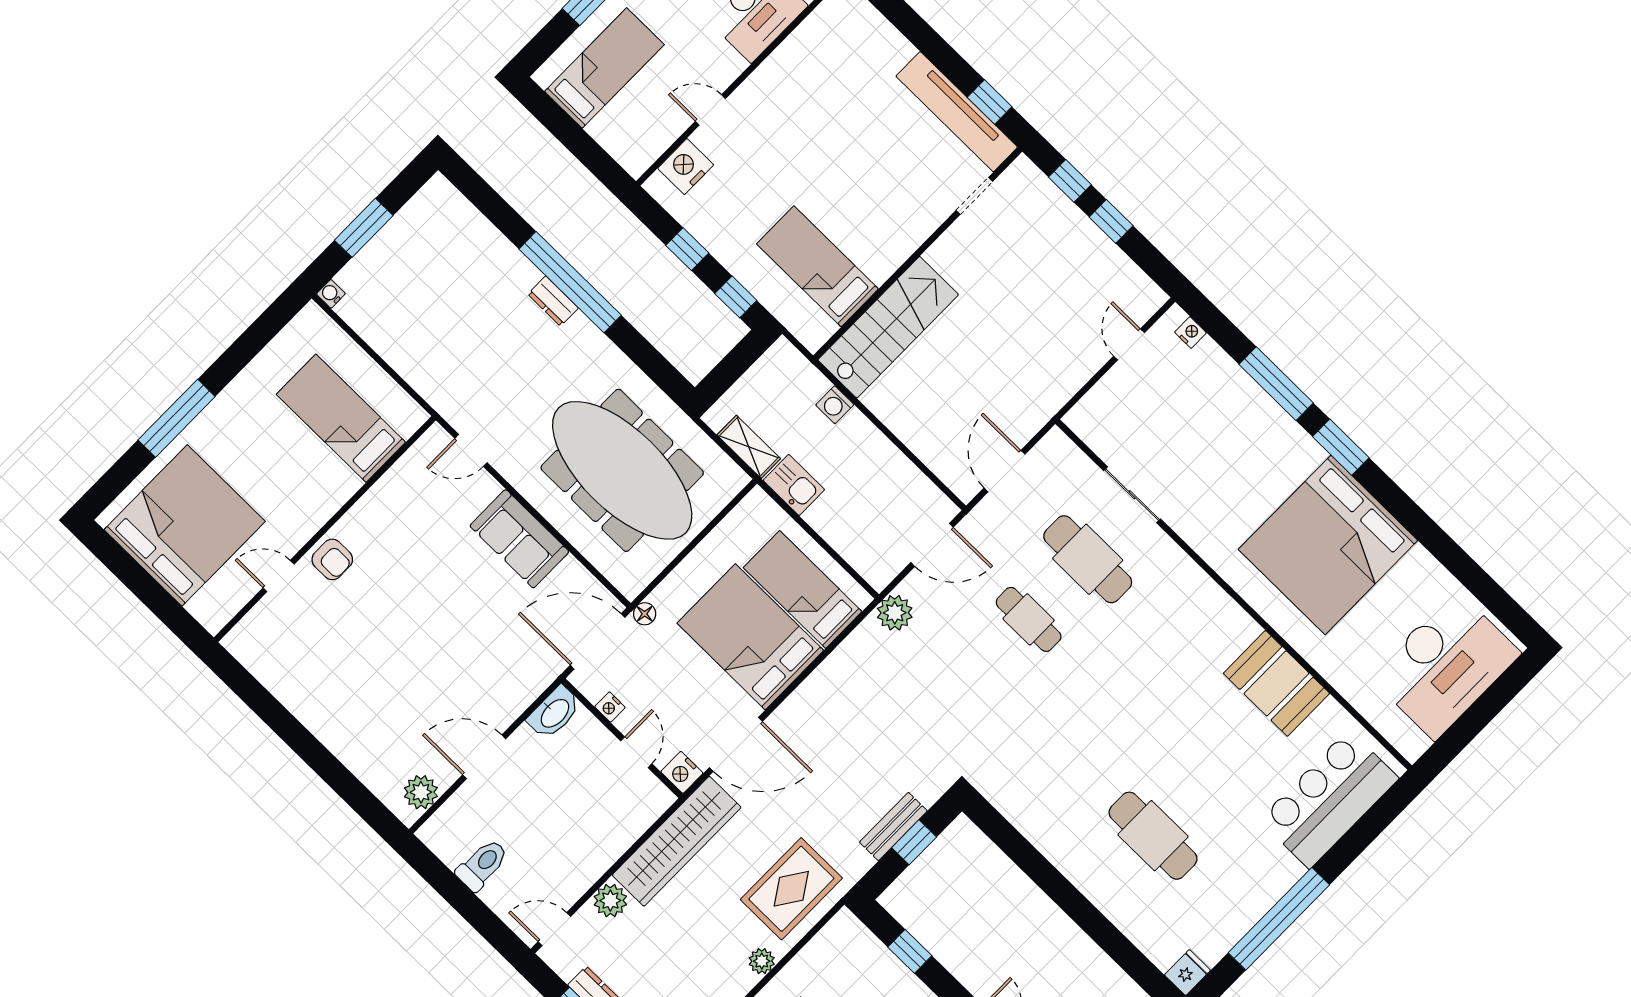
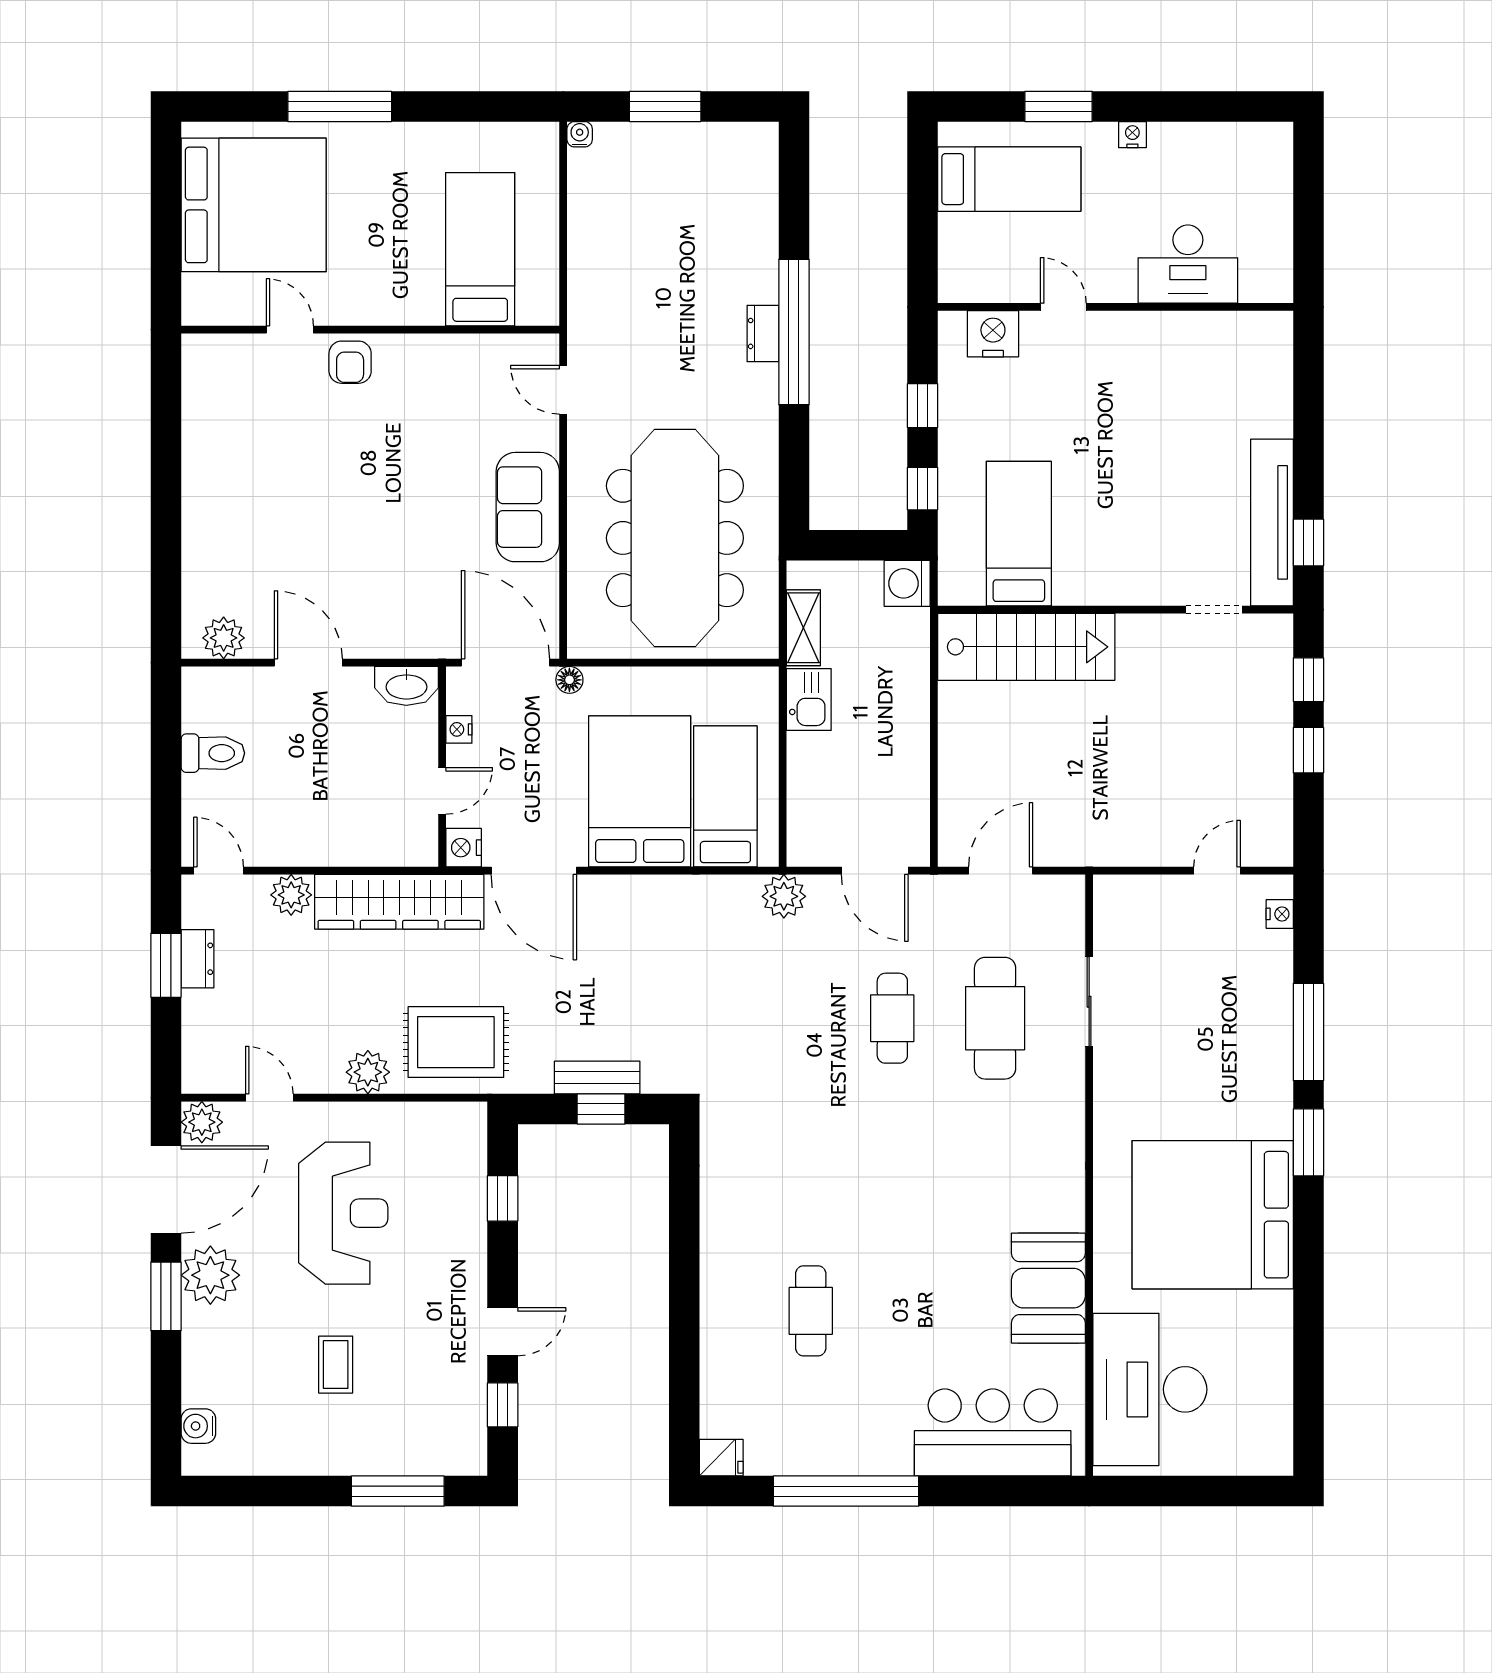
washing machine: (835, 405) -> (907, 583), moved, width x1.38, depth x1.38
desk: (1445, 665) -> (1150, 1389), moved, turned 90
cafe table: (1153, 836) -> (811, 1311), width x0.73, depth x0.74
plant: (762, 961) -> (368, 1072), width x1.38, depth x1.38

